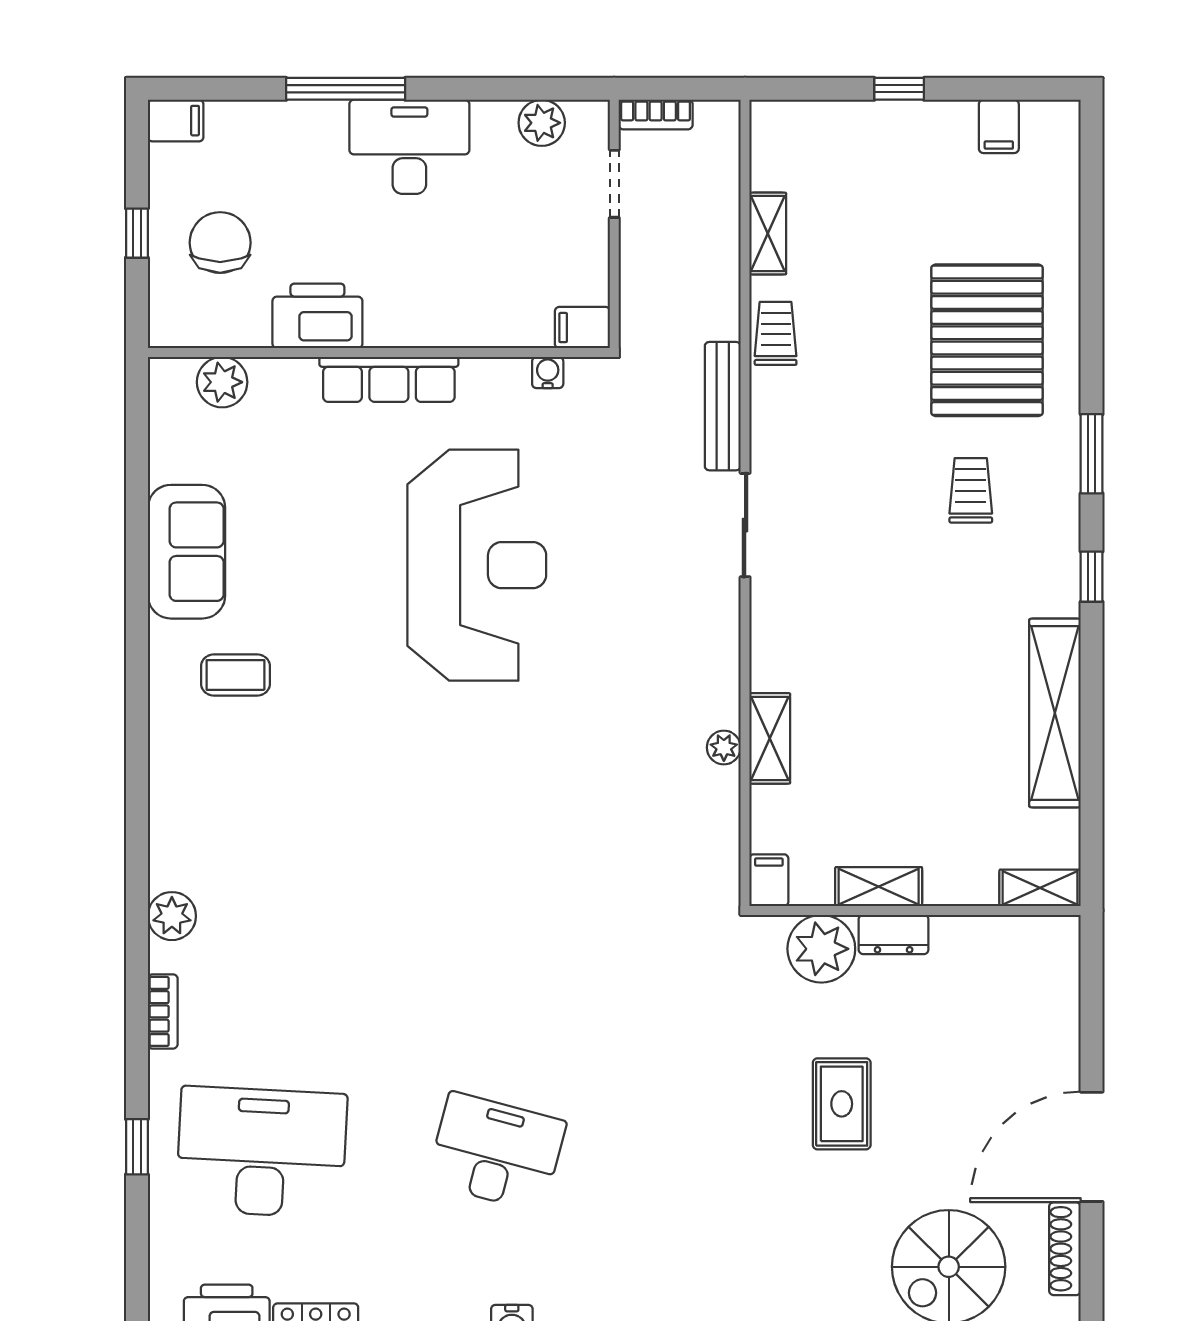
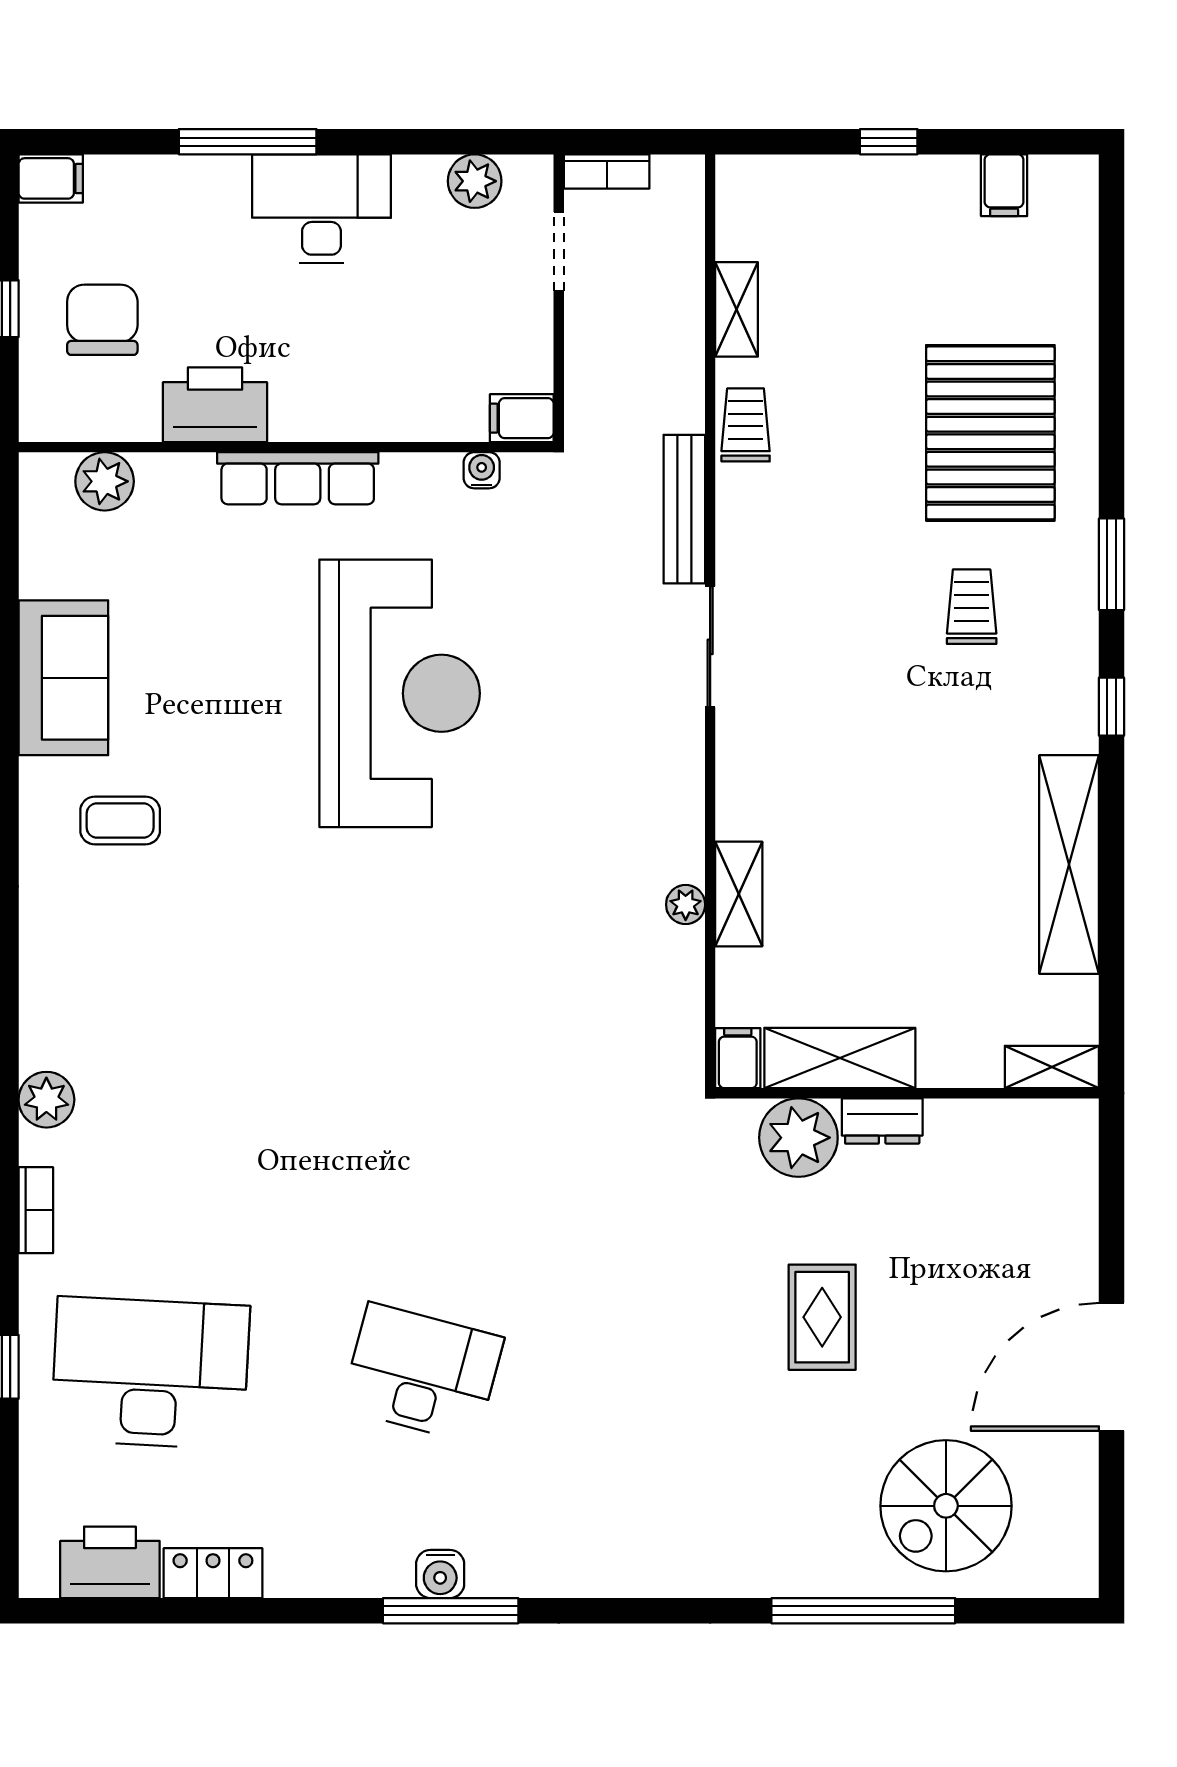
shelving: (879, 887) -> (840, 1058), width x1.50, depth x1.33
shoe rack: (1065, 1249) -> (1081, 1485), removed

